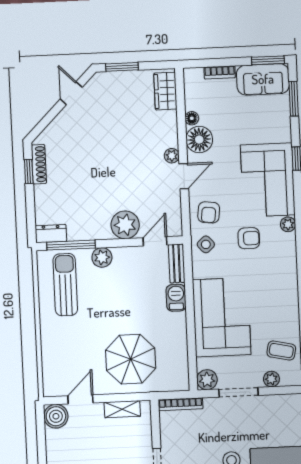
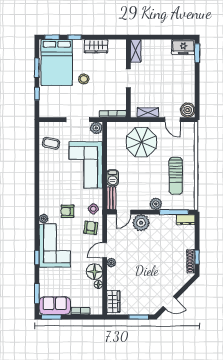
door: (71, 93) -> (170, 303), hinge flipped
sun lounger: (65, 285) -> (176, 176), moved
plant: (271, 379) -> (58, 127), removed
door: (80, 399) -> (173, 120), hinge flipped

